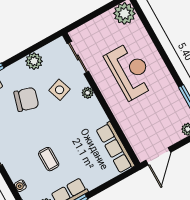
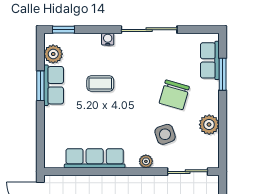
row of seats: (115, 147) -> (95, 158), moved
water cooler: (20, 186) -> (108, 39), moved

